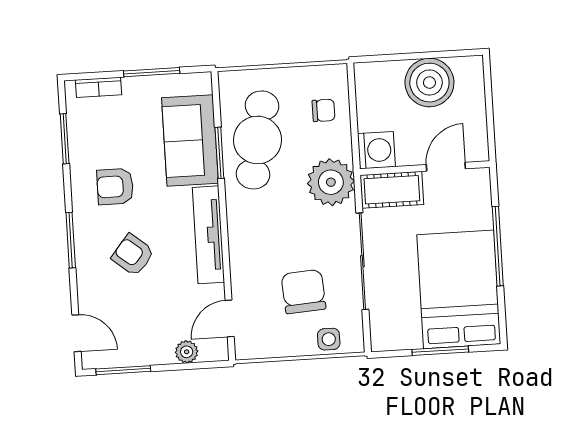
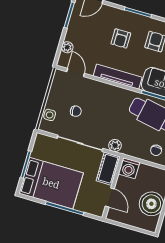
plant: (331, 182) -> (115, 146), width x0.53, depth x0.53
armchair: (133, 255) -> (121, 38), turned 141
chair: (304, 292) -> (76, 111), width x0.54, depth x0.54

